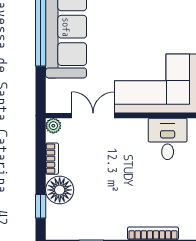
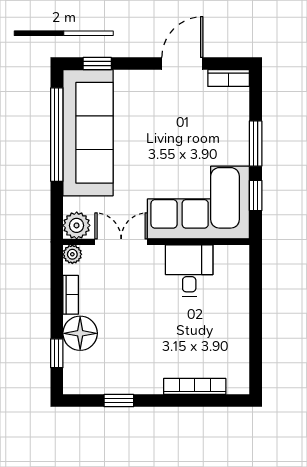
plant: (57, 102) -> (77, 225), added
desk: (168, 139) -> (189, 270), moved

